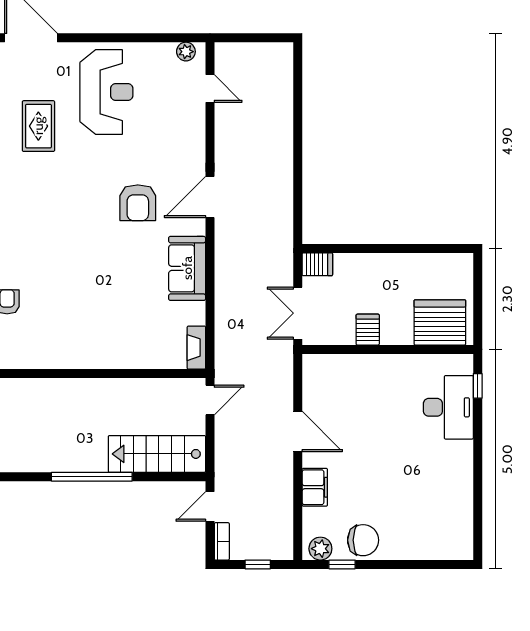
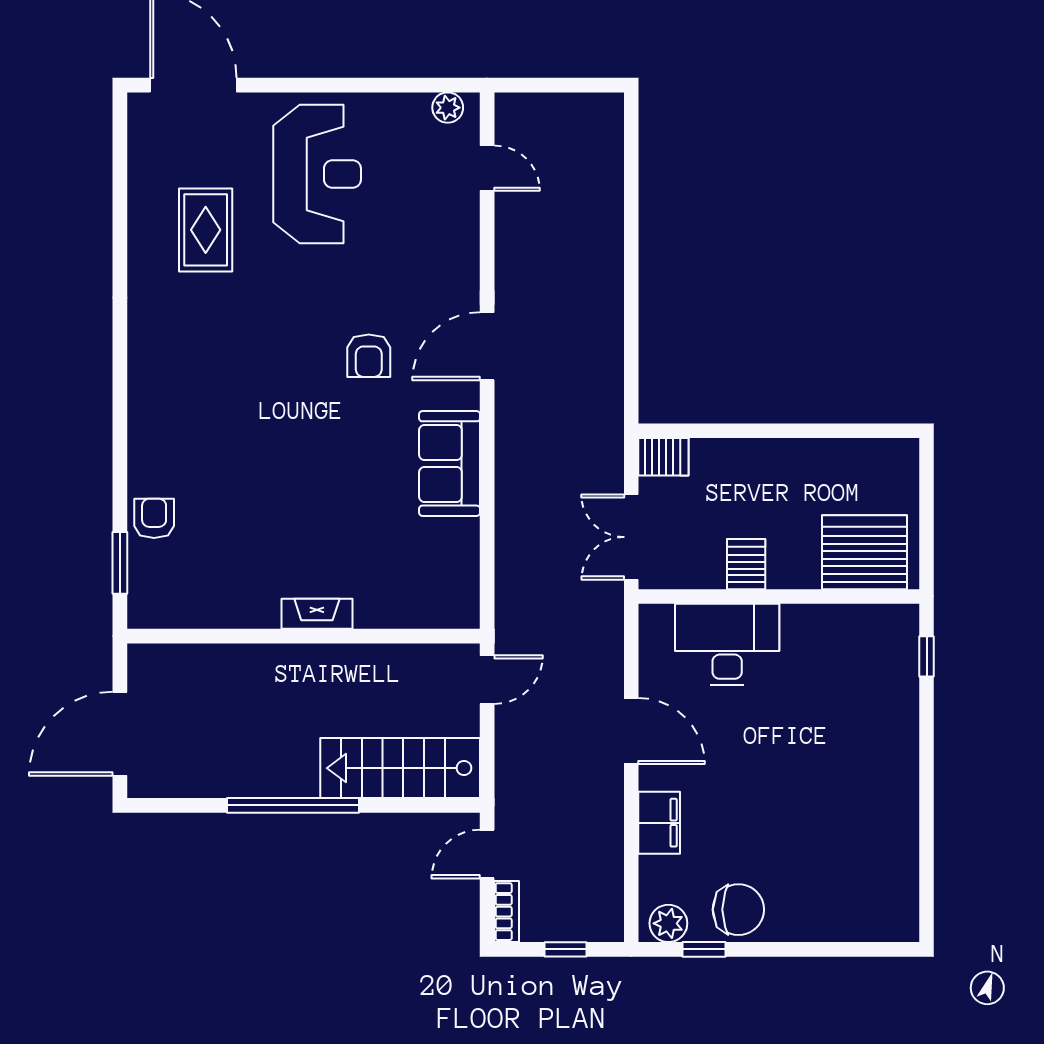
armchair: (138, 203) -> (369, 356), width x0.72, depth x0.72
fireplace: (196, 348) -> (317, 614), moved, turned 90
desk: (448, 407) -> (727, 645), moved, turned -90

